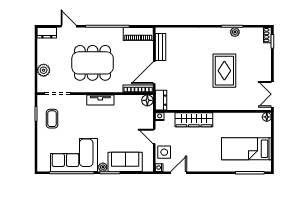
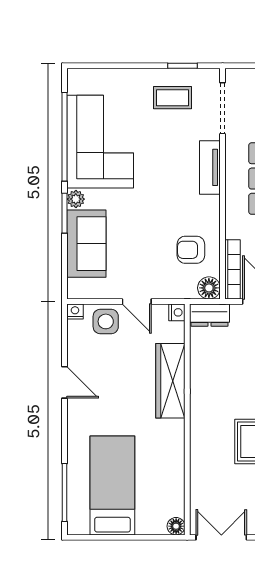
tv unit: (100, 100) -> (210, 167), moved
armchair: (128, 109) -> (191, 250), added
door: (154, 137) -> (137, 302), swing flipped
door: (179, 173) -> (65, 382), moved

